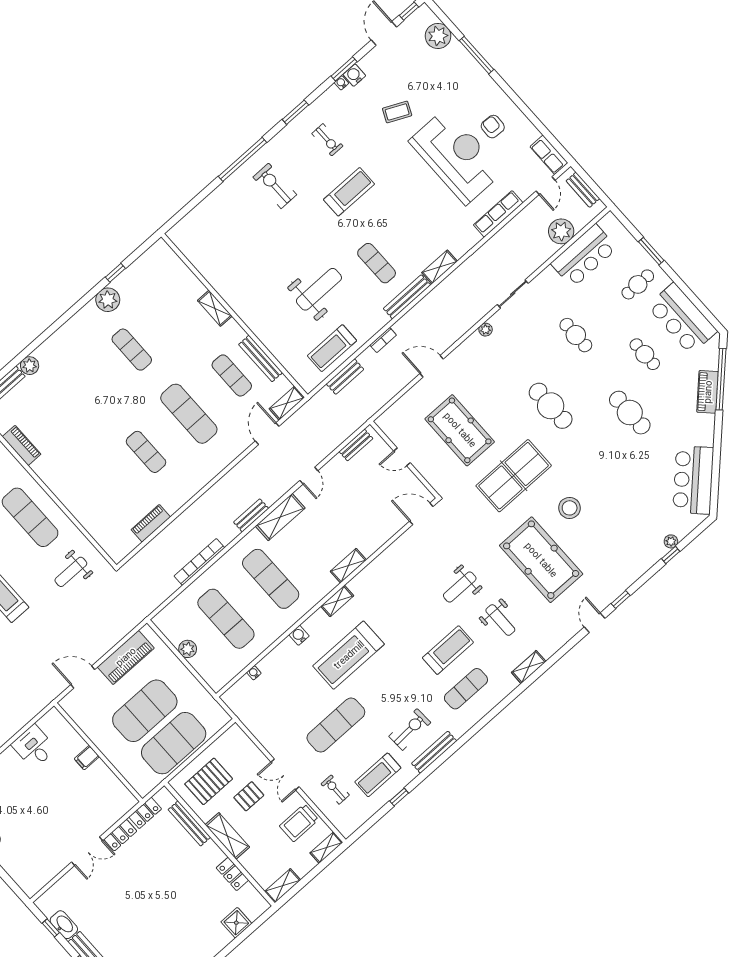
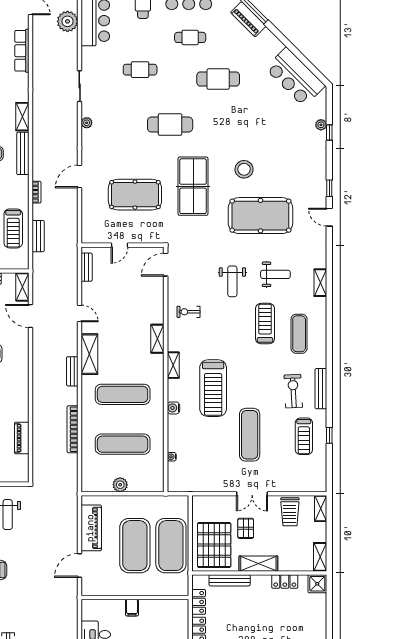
pallet: (209, 781) -> (214, 545), width x1.37, depth x1.41
exercise bike: (335, 789) -> (188, 312), moved
shower: (236, 923) -> (317, 584), moved

